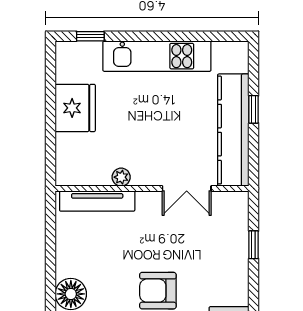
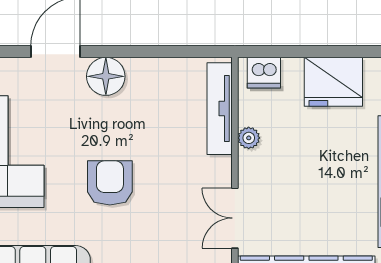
dishwasher: (68, 165) -> (264, 73), added

